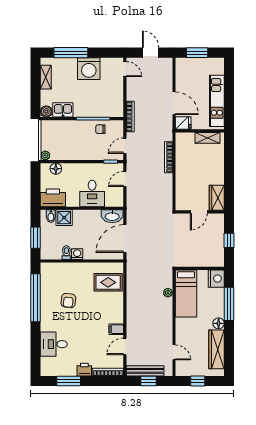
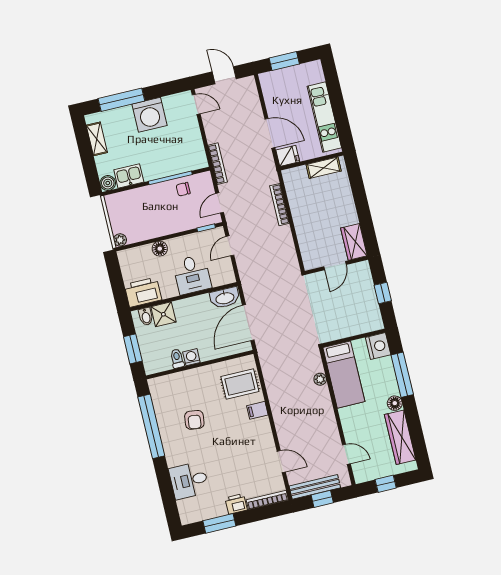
floor lamp: (56, 169) -> (160, 249), moved
filing cabinet: (116, 329) -> (257, 410), moved
door: (125, 346) -> (281, 462), swing flipped

